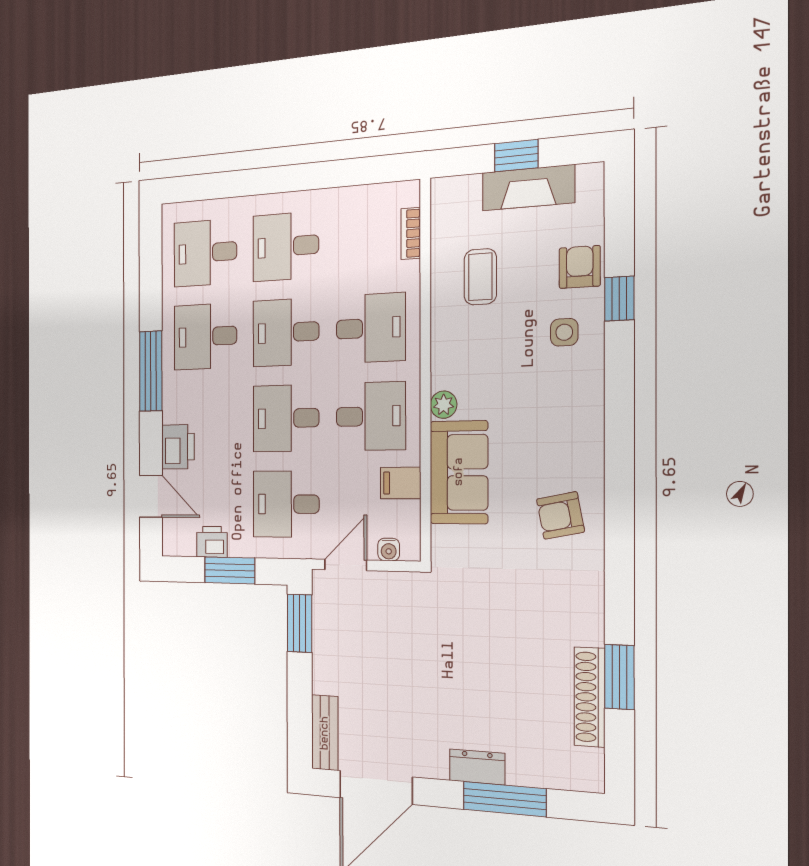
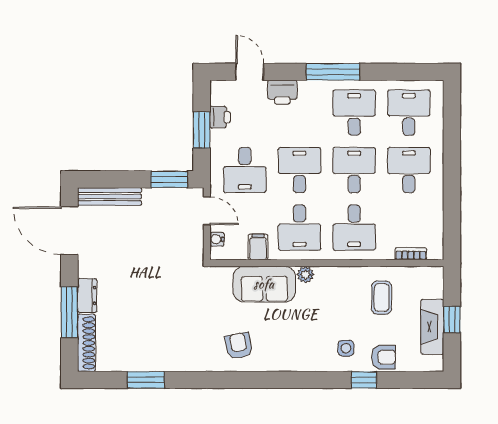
coffee table: (480, 277) -> (382, 298), turned 90
door: (151, 496) -> (250, 72), swing flipped
desk: (286, 504) -> (245, 170), turned 180
shoe rack: (590, 697) -> (87, 343), moved, turned 90
bench: (325, 733) -> (109, 197), width x1.36

